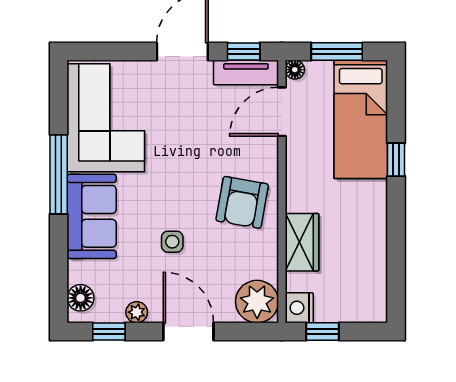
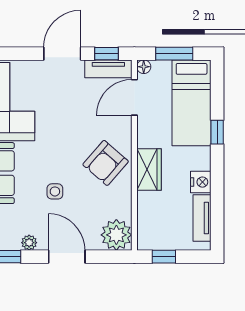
armchair: (242, 202) -> (106, 163), turned 31
wardrobe: (302, 242) -> (149, 170), moved
tv unit: (375, 278) -> (202, 218), added
nightstand: (299, 308) -> (201, 182), moved, turned 180

